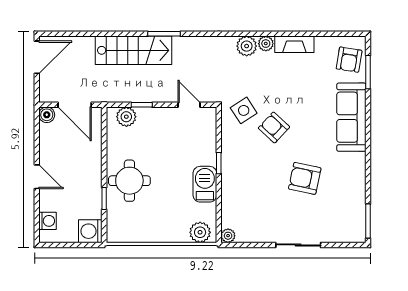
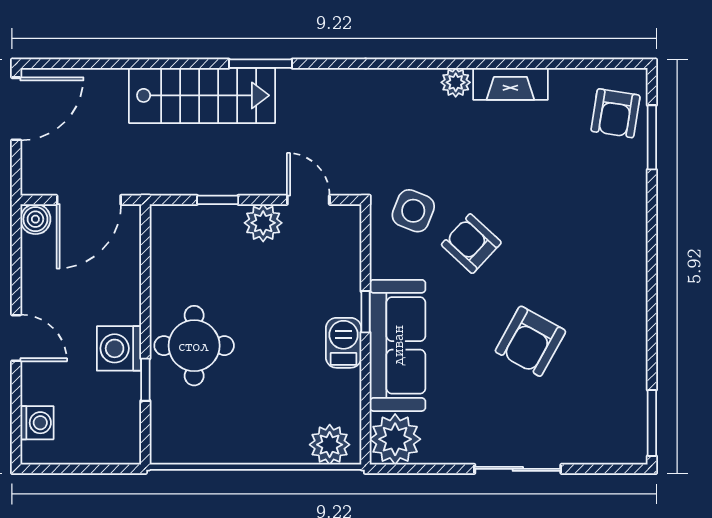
plant: (247, 46) -> (419, 87), removed
door: (75, 105) -> (89, 200), hinge flipped
side table: (244, 110) -> (413, 211), turned -35
plant: (126, 117) -> (263, 223), moved
sofa: (351, 117) -> (398, 345), moved, turned 180
armchair: (305, 178) -> (530, 341), turned -73
barbecue: (205, 184) -> (344, 343), width x0.73, depth x0.79
washing machine: (90, 231) -> (119, 348), moved
plant: (228, 236) -> (395, 439), width x1.88, depth x1.88

